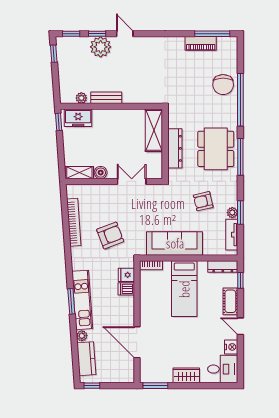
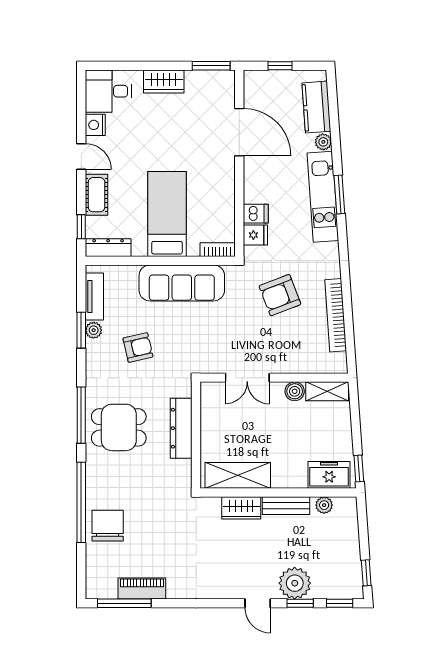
wardrobe: (136, 96) -> (241, 508), added
shelving: (154, 130) -> (238, 475), moved, turned 90
dining table: (216, 149) -> (119, 427), width x0.73
window: (92, 386) -> (280, 66), moved

